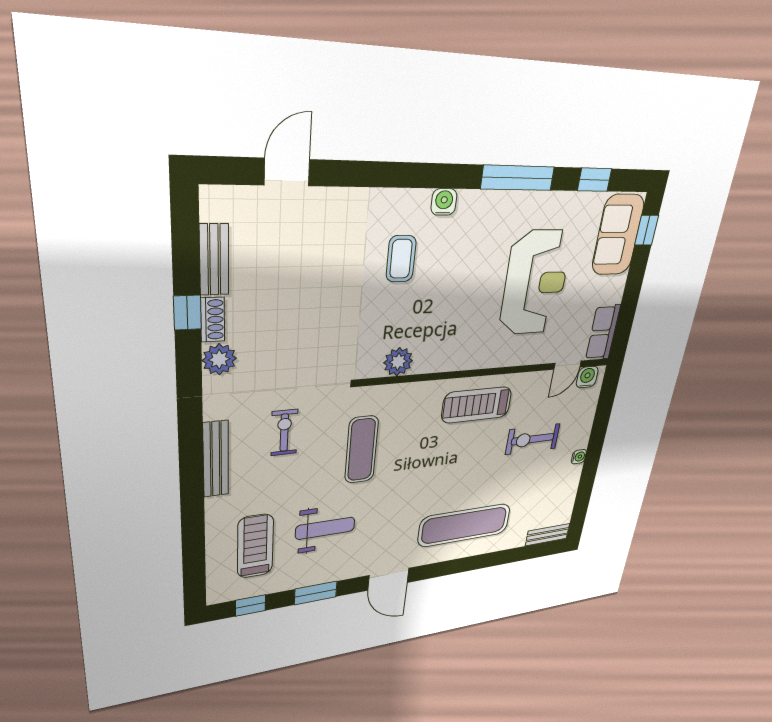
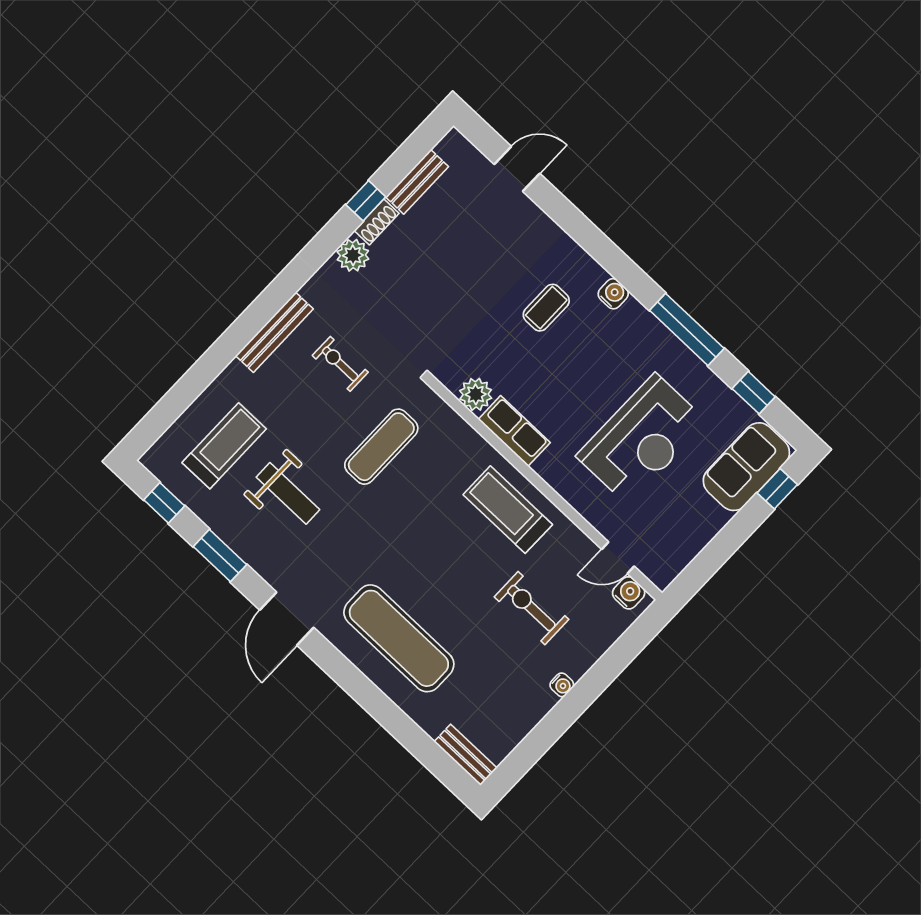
row of seats: (603, 332) -> (514, 431), moved, turned 90
exercise bike: (284, 433) -> (340, 364), turned -90

